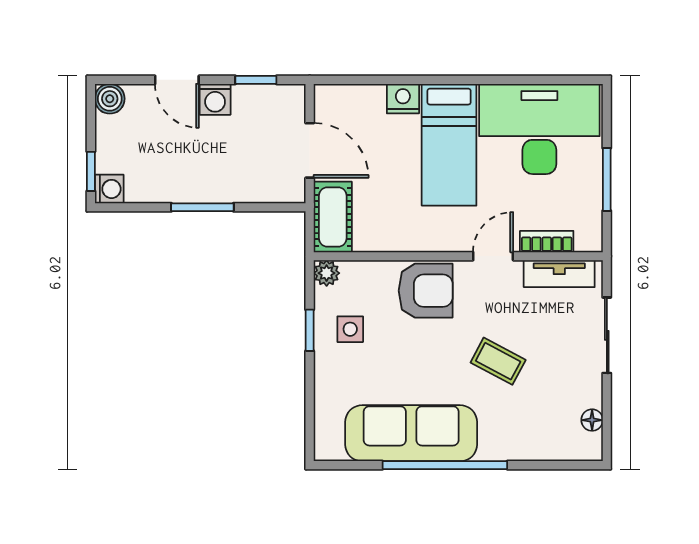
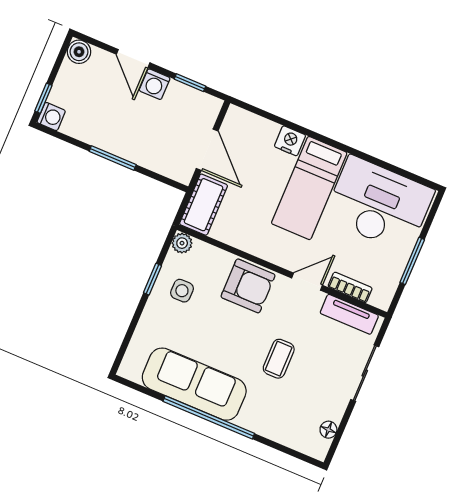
coffee table: (498, 361) -> (279, 359), turned 62

